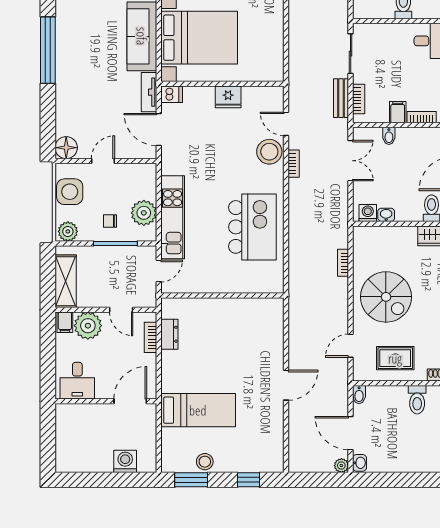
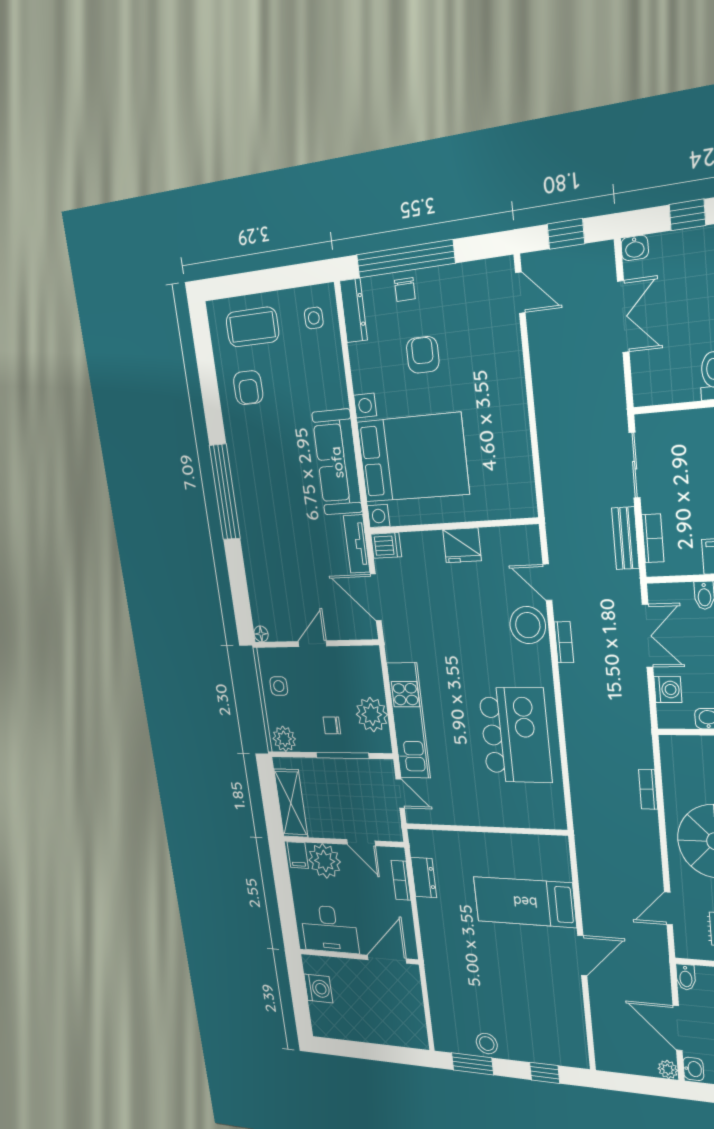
floor lamp: (66, 148) -> (261, 634), width x0.53, depth x0.53
side table: (70, 192) -> (279, 686), width x0.54, depth x0.54
washing machine: (368, 213) -> (668, 690), moved, turned 90
door: (159, 271) -> (400, 793), hinge flipped
desk: (77, 381) -> (329, 929), width x1.37
bed: (198, 410) -> (525, 902), moved, turned 180
washing machine: (125, 461) -> (318, 988), moved, turned 90

